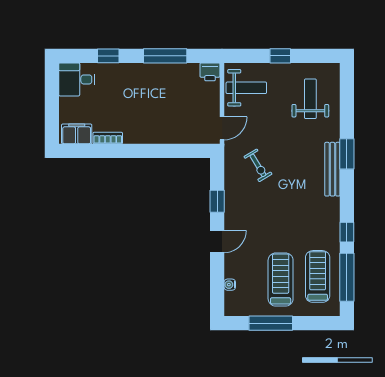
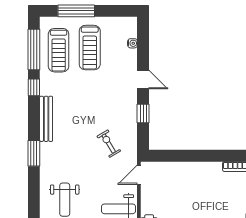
bench: (332, 169) -> (46, 119), moved
door: (217, 241) -> (143, 80), swing flipped
window: (271, 323) -> (76, 11), moved

